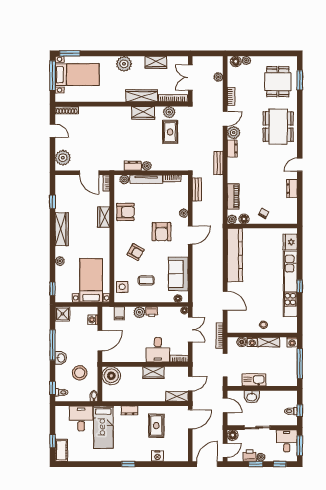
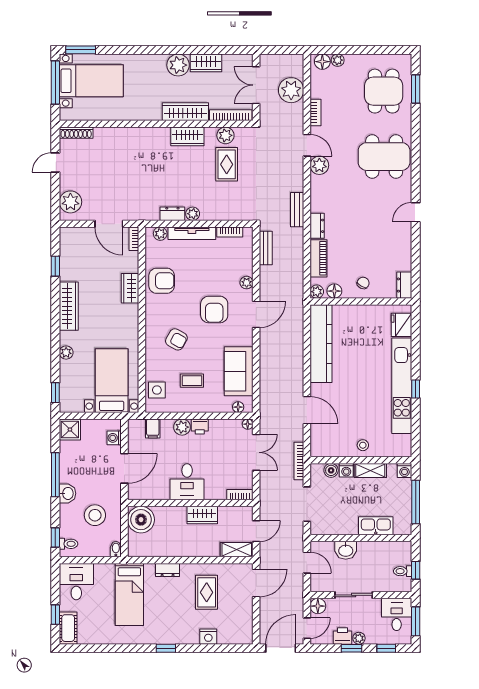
plant: (124, 64) -> (178, 65), moved
plant: (218, 77) -> (291, 90), width x1.87, depth x1.87
door: (225, 119) -> (307, 145), hinge flipped
dining table: (278, 127) -> (384, 157), turned 90
door: (52, 131) -> (55, 162), swing flipped
dresser: (232, 148) -> (317, 226), moved
dresser: (292, 189) -> (404, 285), moved
desk: (158, 350) -> (187, 482), moved
kitchen sink: (254, 380) -> (376, 526), moved
desk: (81, 418) -> (76, 582), moved

